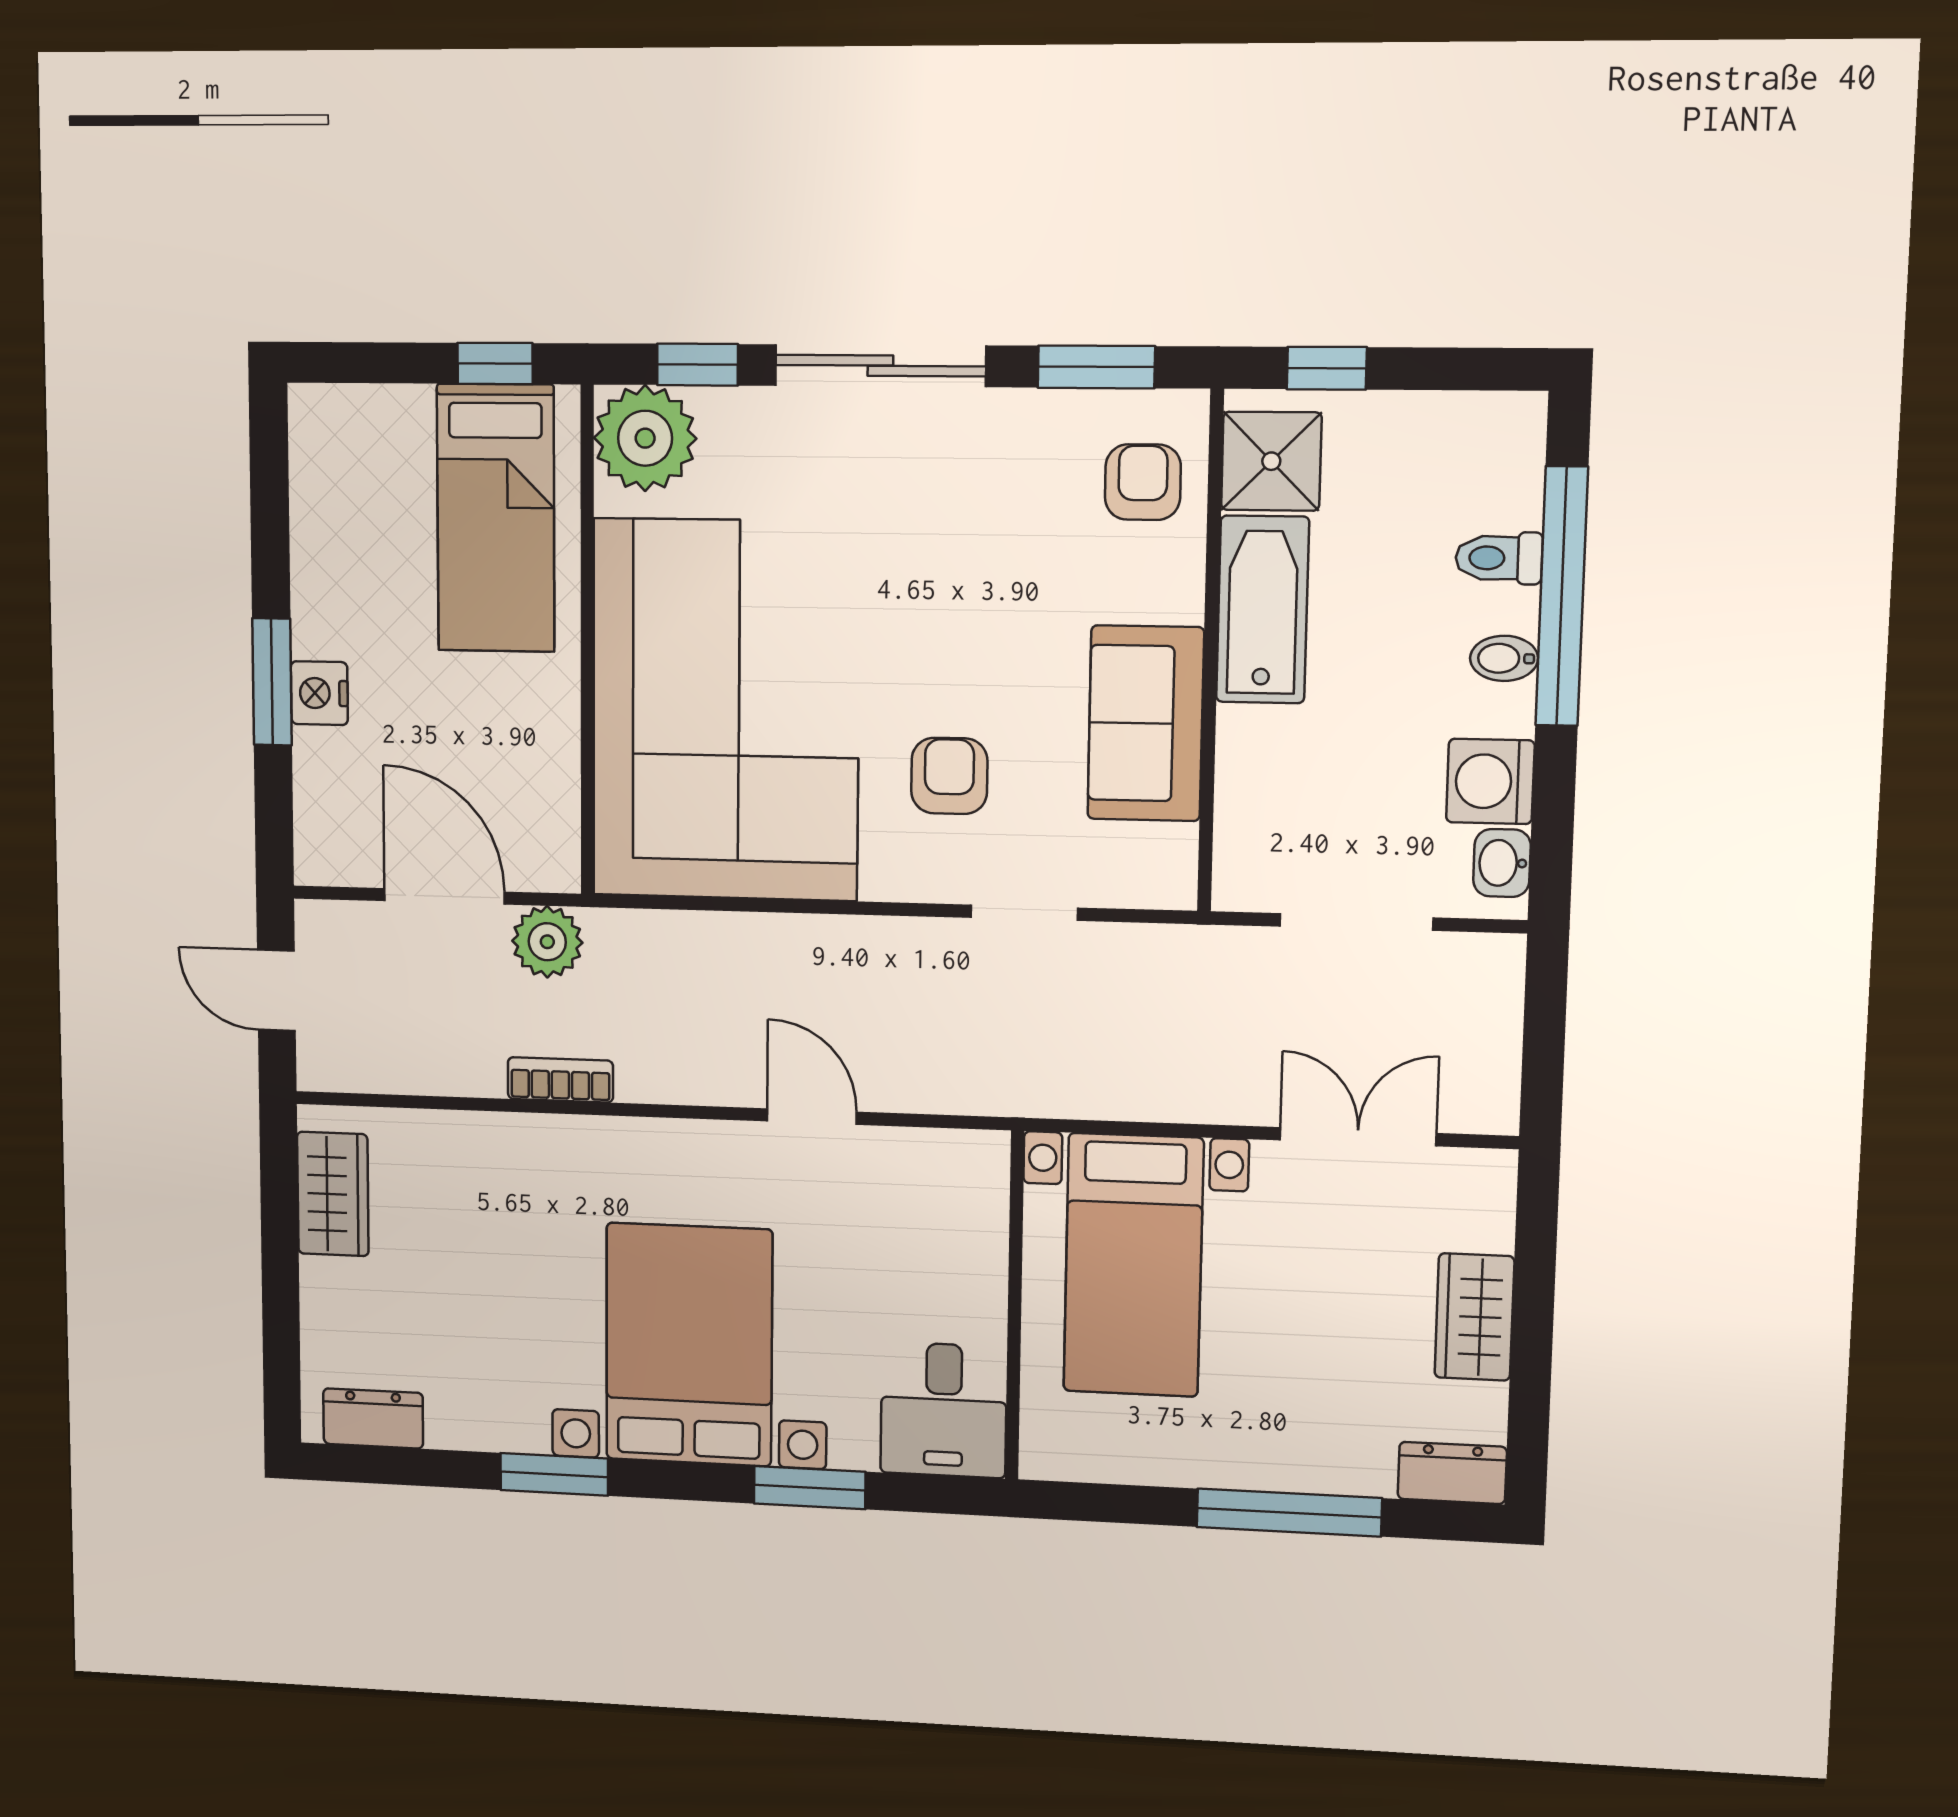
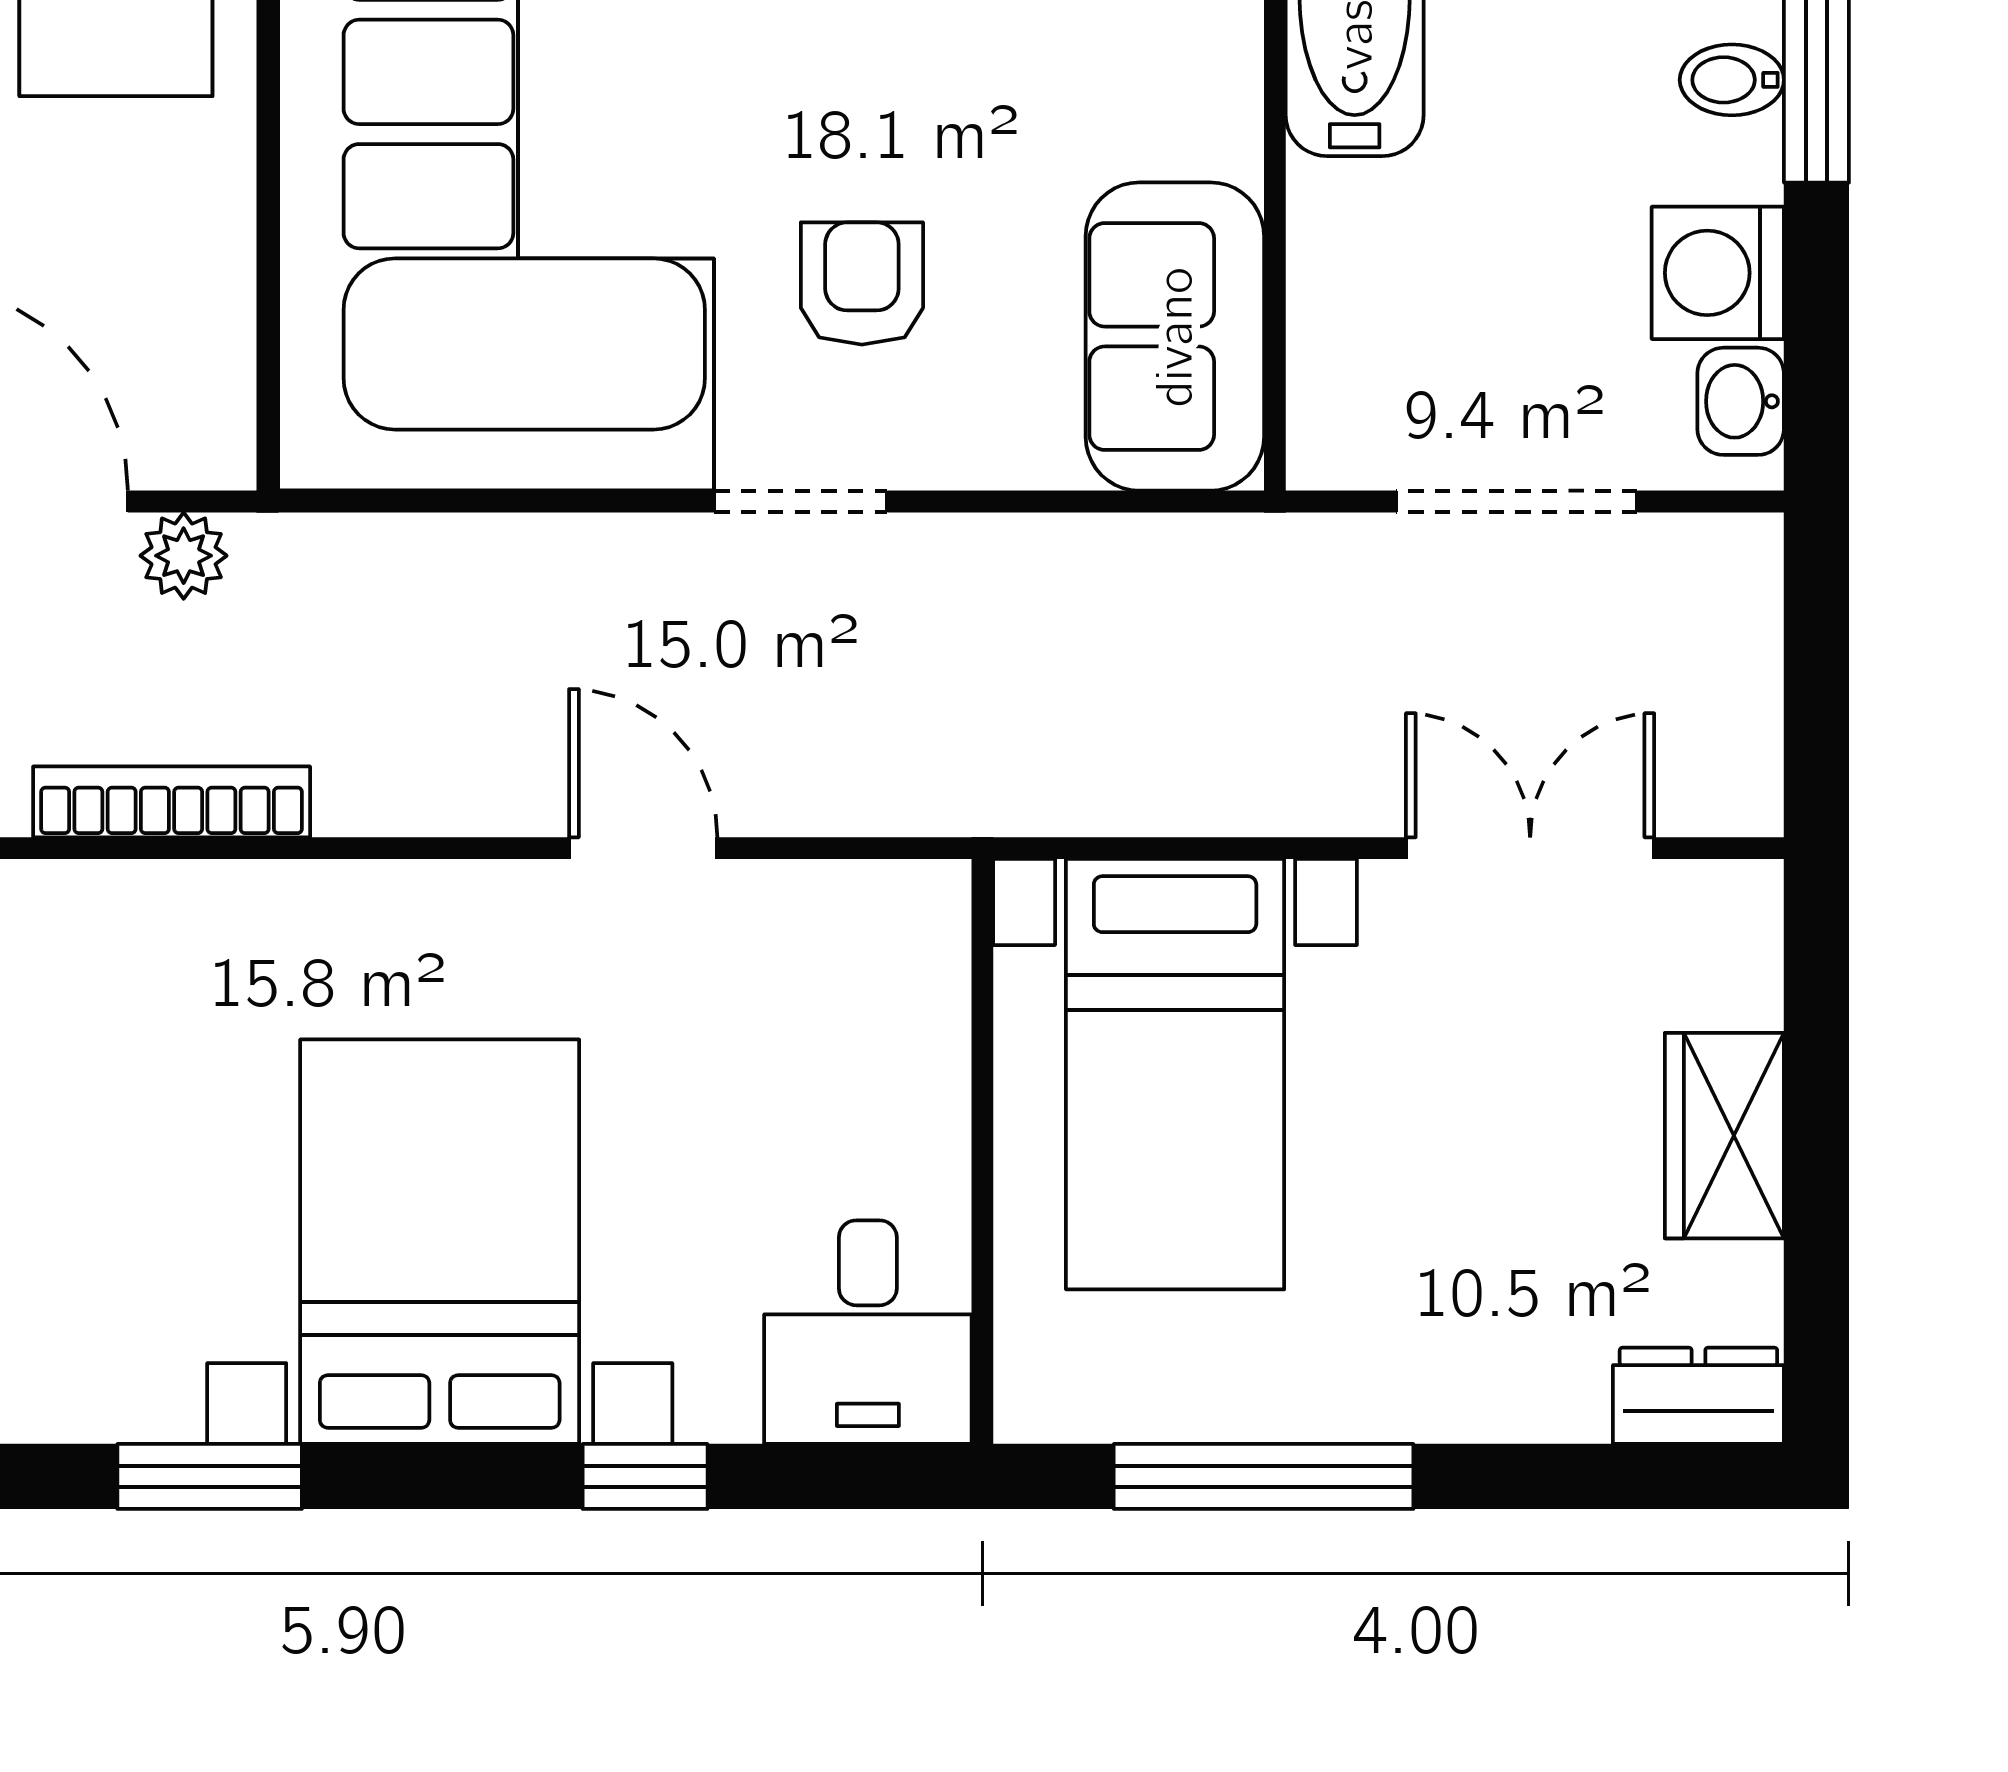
sofa: (1146, 723) -> (1175, 337), moved
doorway: (1024, 913) -> (801, 502), moved
plant: (547, 942) -> (184, 556), width x0.73, depth x0.73
bookcase: (560, 1080) -> (172, 802), width x1.56
window: (810, 1488) -> (645, 1476), width x0.67
window: (1289, 1513) -> (1264, 1476), moved

